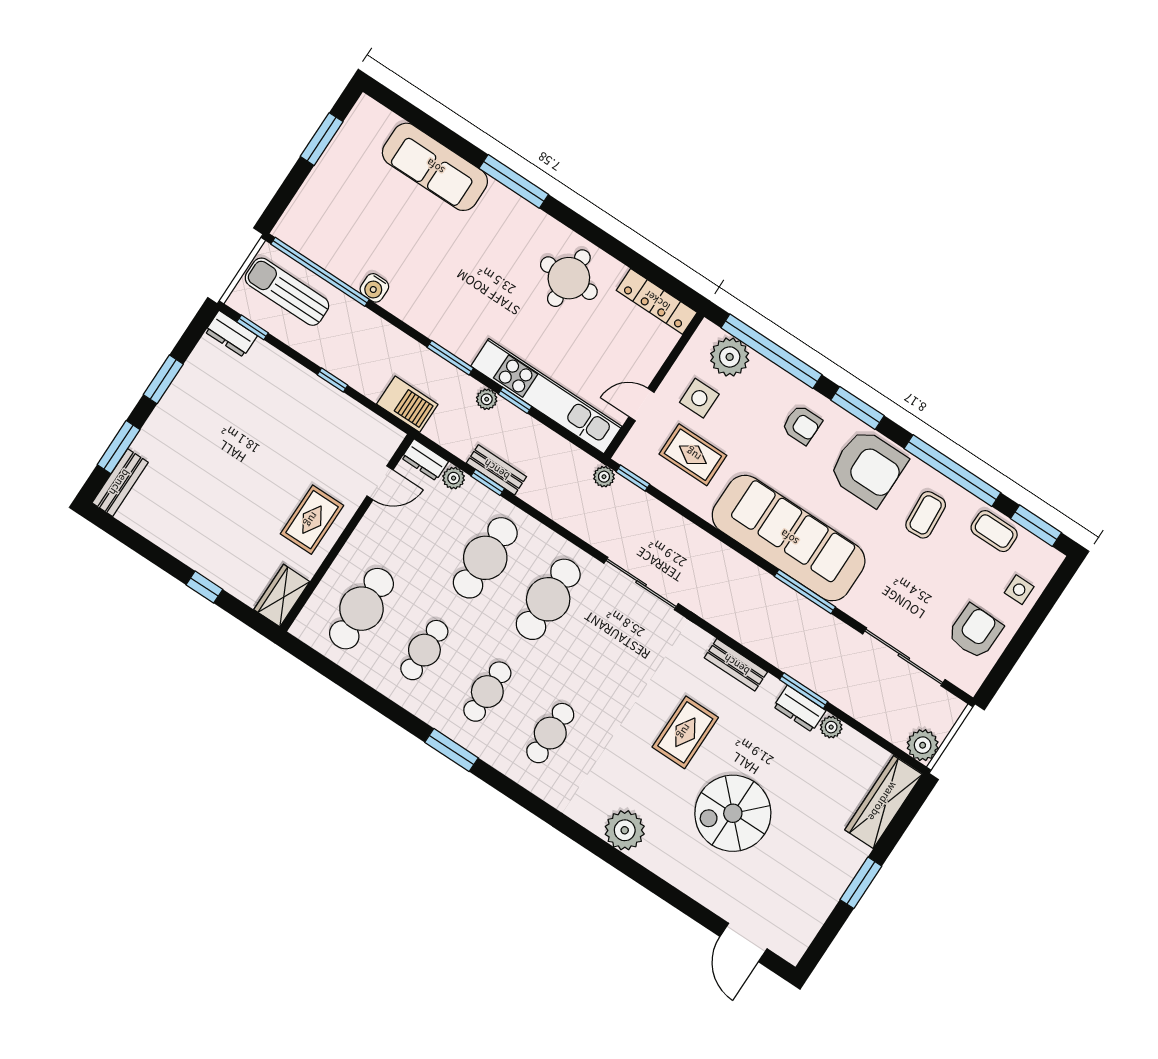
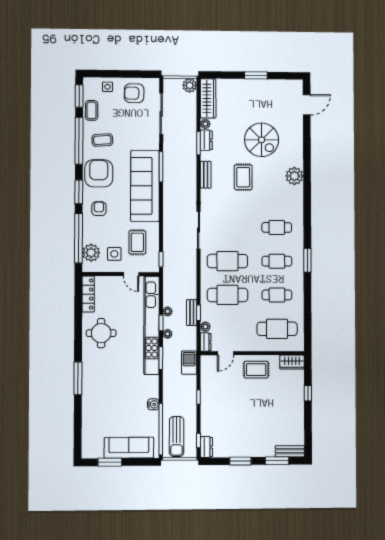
sofa: (435, 167) -> (129, 448), moved, turned -90
kitchen unit: (546, 396) -> (152, 325), width x1.36
plant: (604, 477) -> (168, 311), moved
door: (380, 483) -> (225, 353), swing flipped
rug: (685, 732) -> (243, 177), turned 90
wardrobe: (883, 802) -> (208, 98), moved, turned -90

